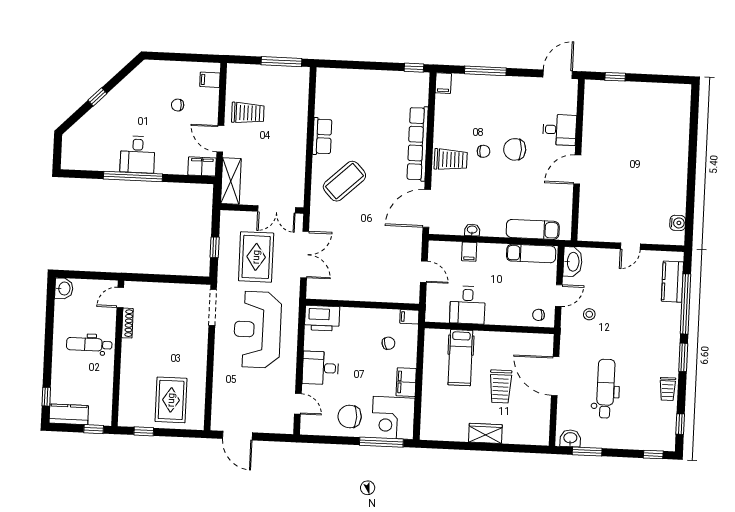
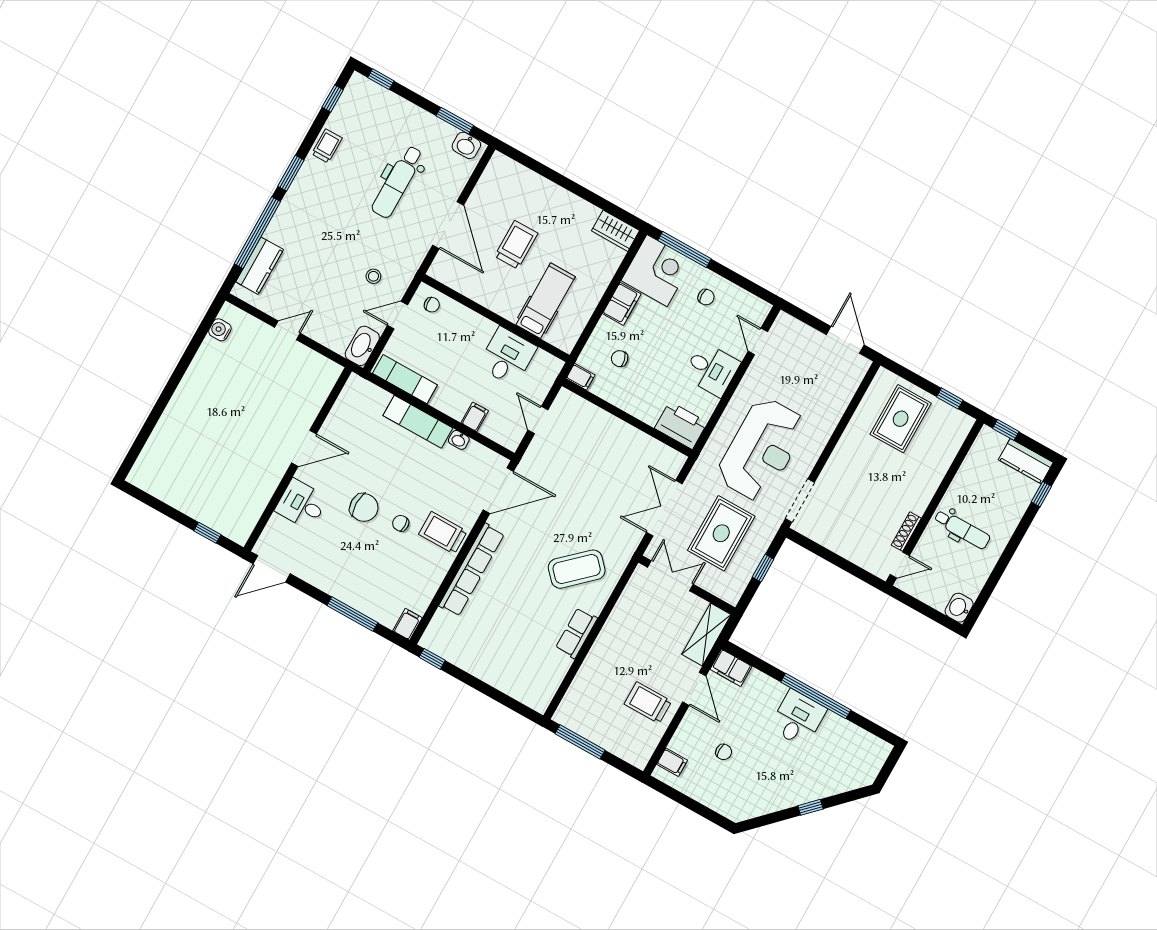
exam couch: (533, 229) -> (418, 422), moved
chair: (350, 416) -> (706, 297), width x0.54, depth x0.54
wardrobe: (485, 433) -> (615, 231), moved

